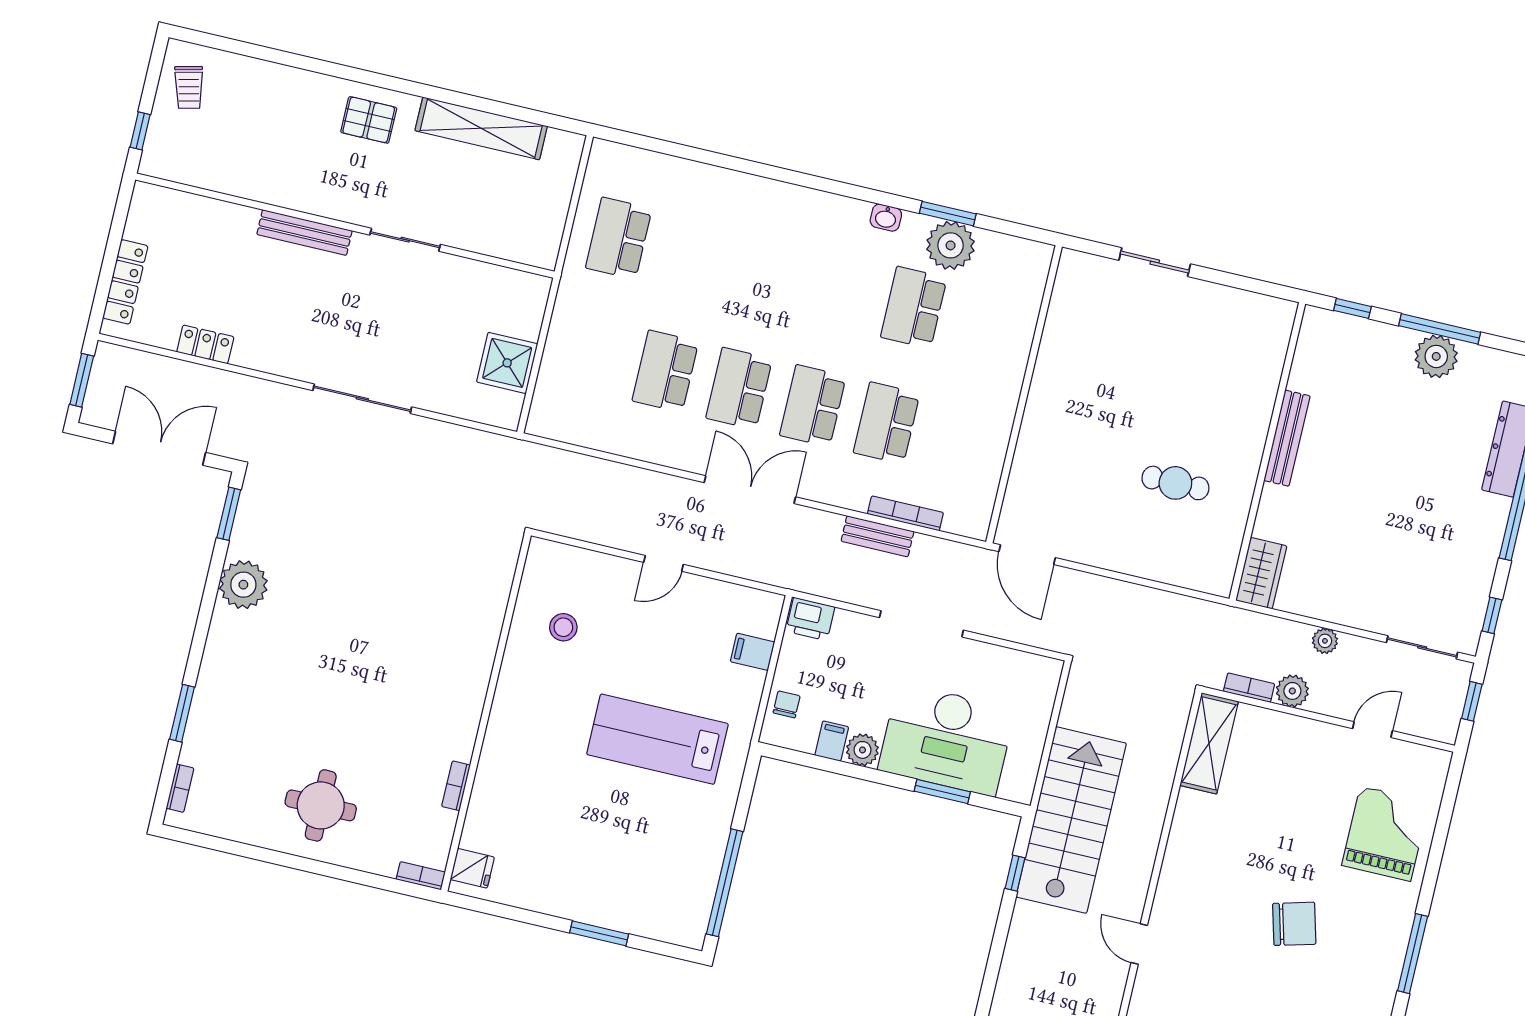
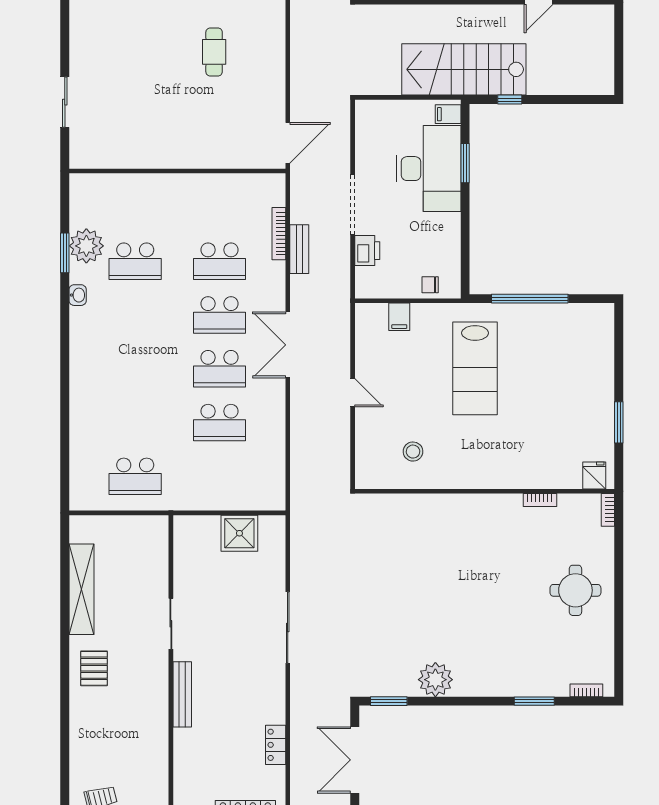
printer: (810, 619) -> (367, 251), moved
filing cabinet: (832, 741) -> (448, 114), moved
plant: (862, 750) -> (449, 225), removed
window: (725, 883) -> (530, 299), moved
window: (599, 933) -> (619, 422), moved

